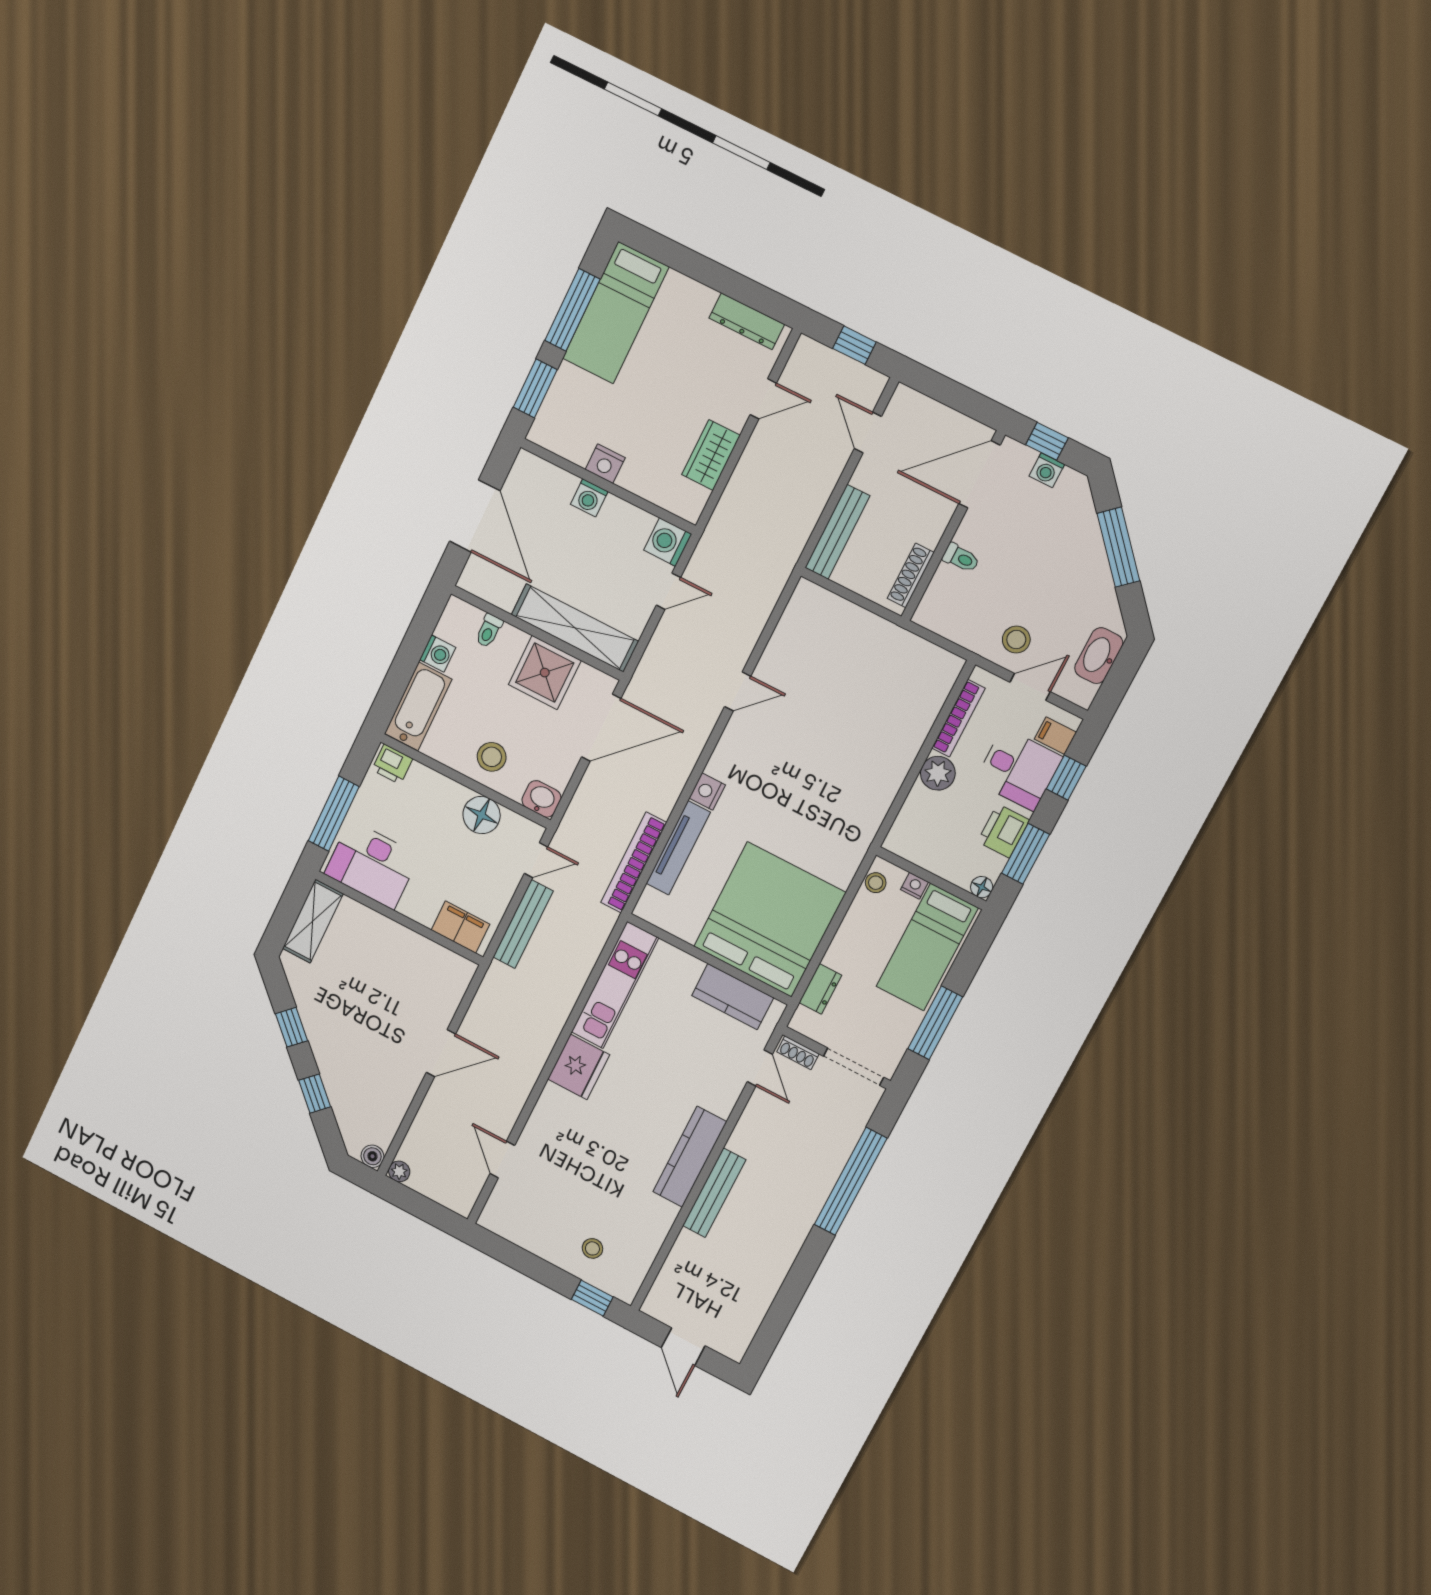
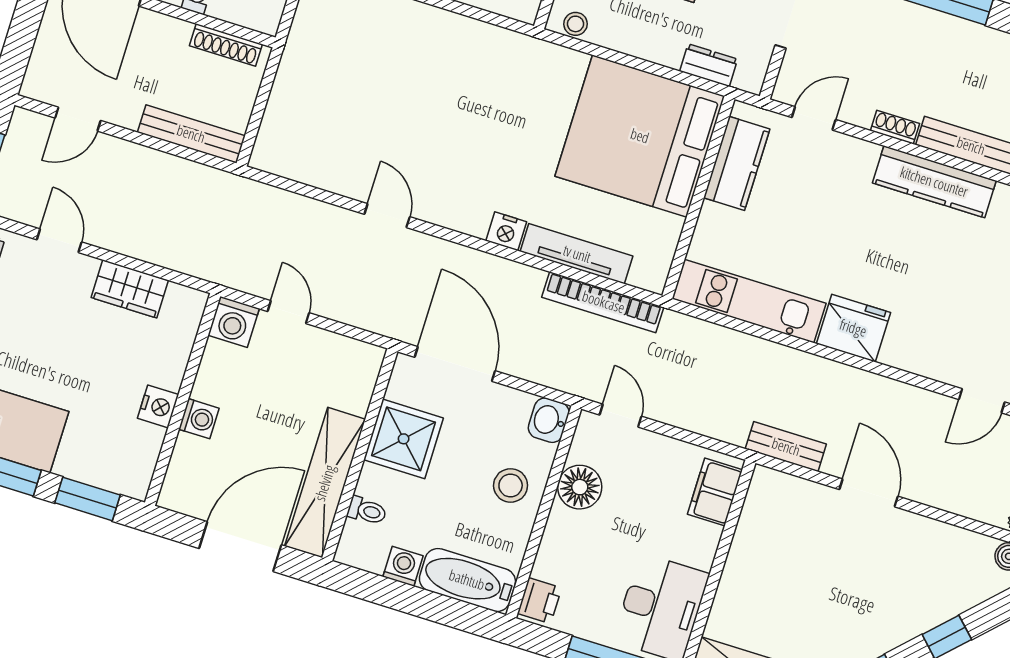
shelving: (575, 628) -> (325, 483), moved
bench: (523, 924) -> (786, 447), moved, width x0.73
shoe rack: (798, 1053) -> (895, 127), moved, turned -90

